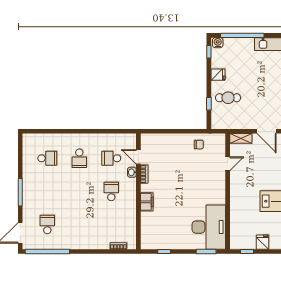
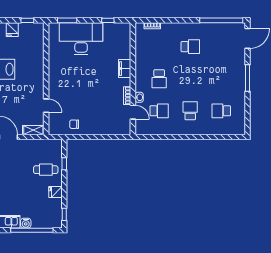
water cooler: (218, 43) -> (26, 223), moved
door: (228, 164) -> (46, 106), swing flipped
school desk: (47, 224) -> (190, 47), moved, turned -90
desk: (209, 227) -> (81, 39), moved, turned 90

